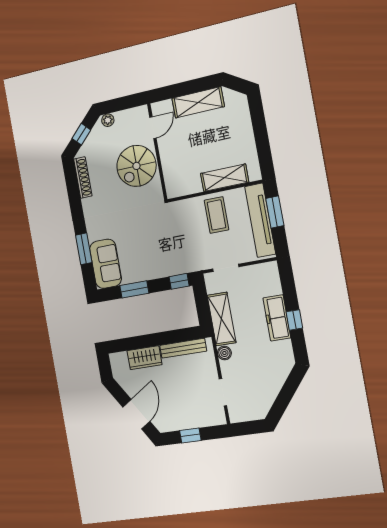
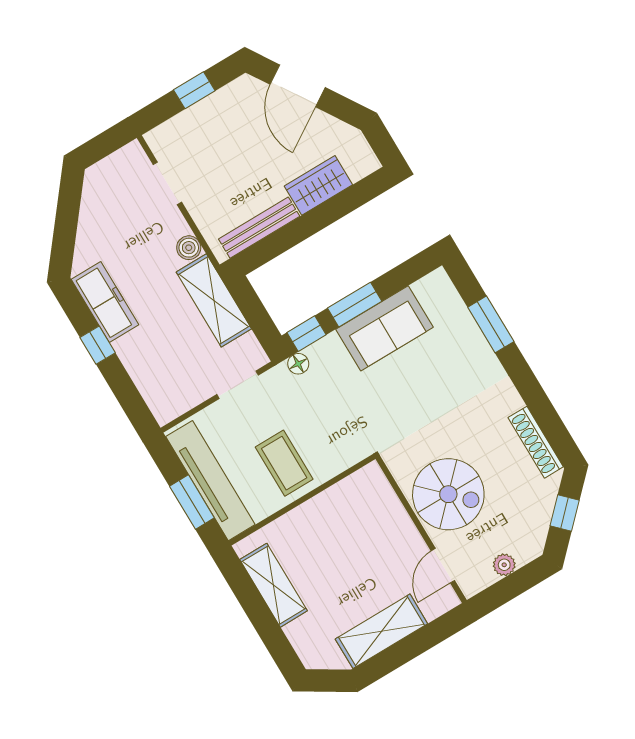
plant: (108, 120) -> (504, 565), moved
spiral stairs: (136, 166) -> (448, 494), turned 90
shelving: (225, 178) -> (273, 585), moved, turned 90
sofa: (106, 264) -> (385, 328), moved, turned -90
floor lamp: (189, 267) -> (298, 364), added
window: (134, 289) -> (355, 305), moved
freezer: (277, 318) -> (105, 302), moved

